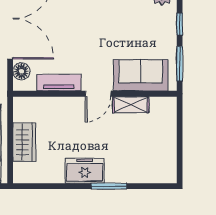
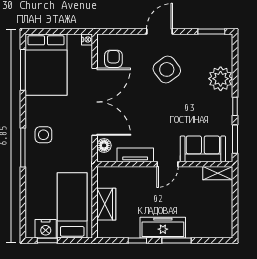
shelving: (131, 105) -> (218, 173), moved
freezer: (85, 171) -> (163, 228), width x1.40
window: (62, 186) -> (137, 241), added

